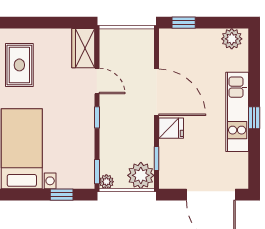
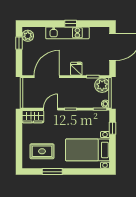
window: (184, 23) -> (19, 43), moved
door: (157, 92) -> (47, 77), moved

